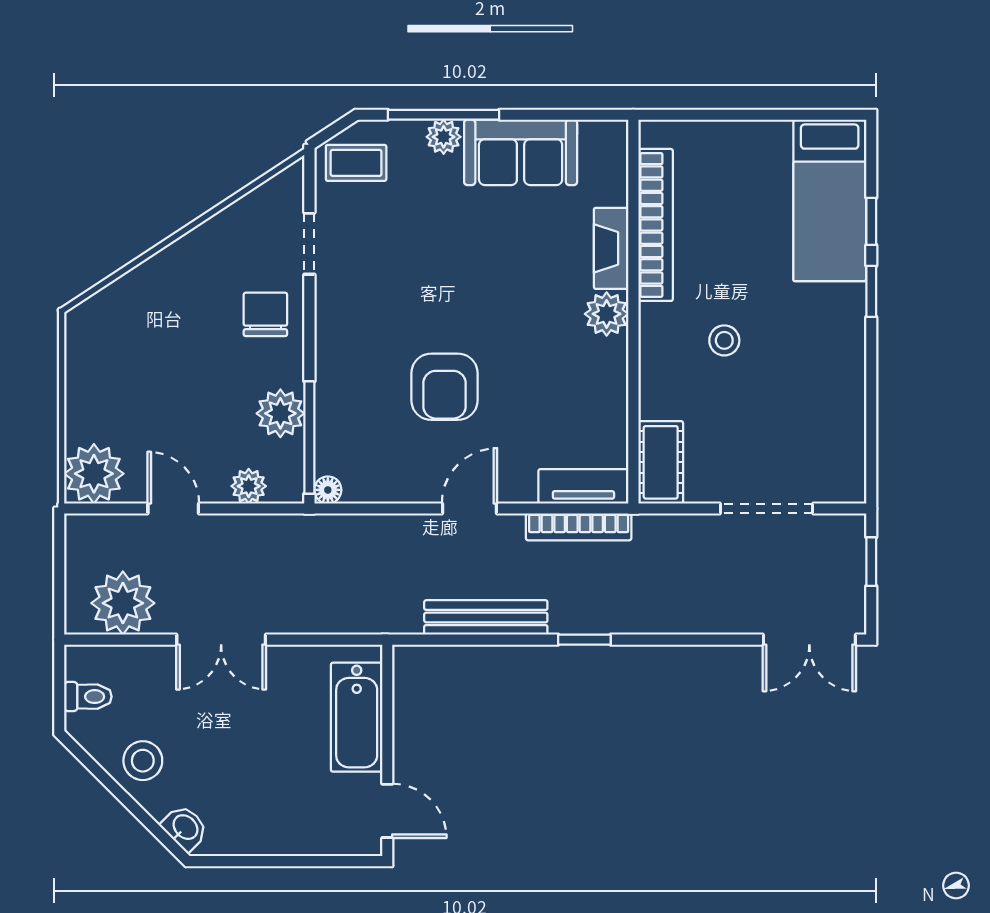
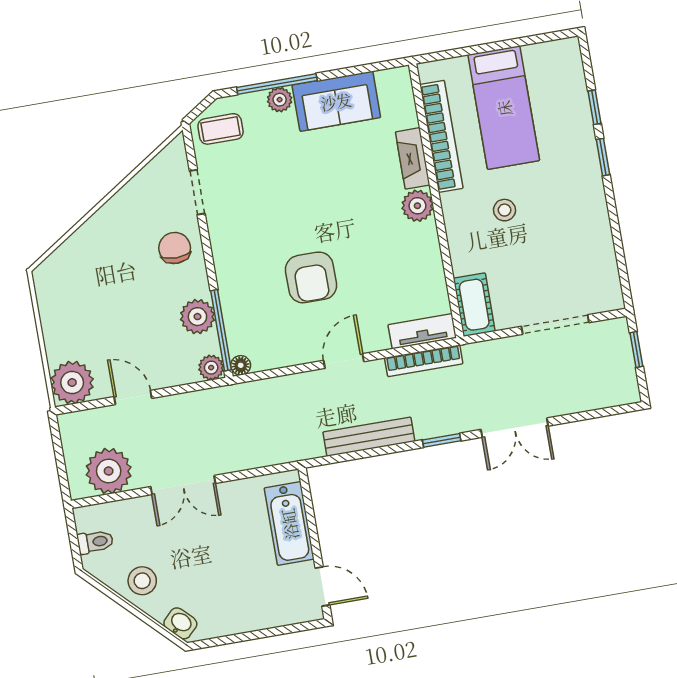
bed: (830, 200) -> (504, 108), moved
plant: (249, 486) -> (211, 368), moved
double door: (809, 640) -> (515, 428), moved

